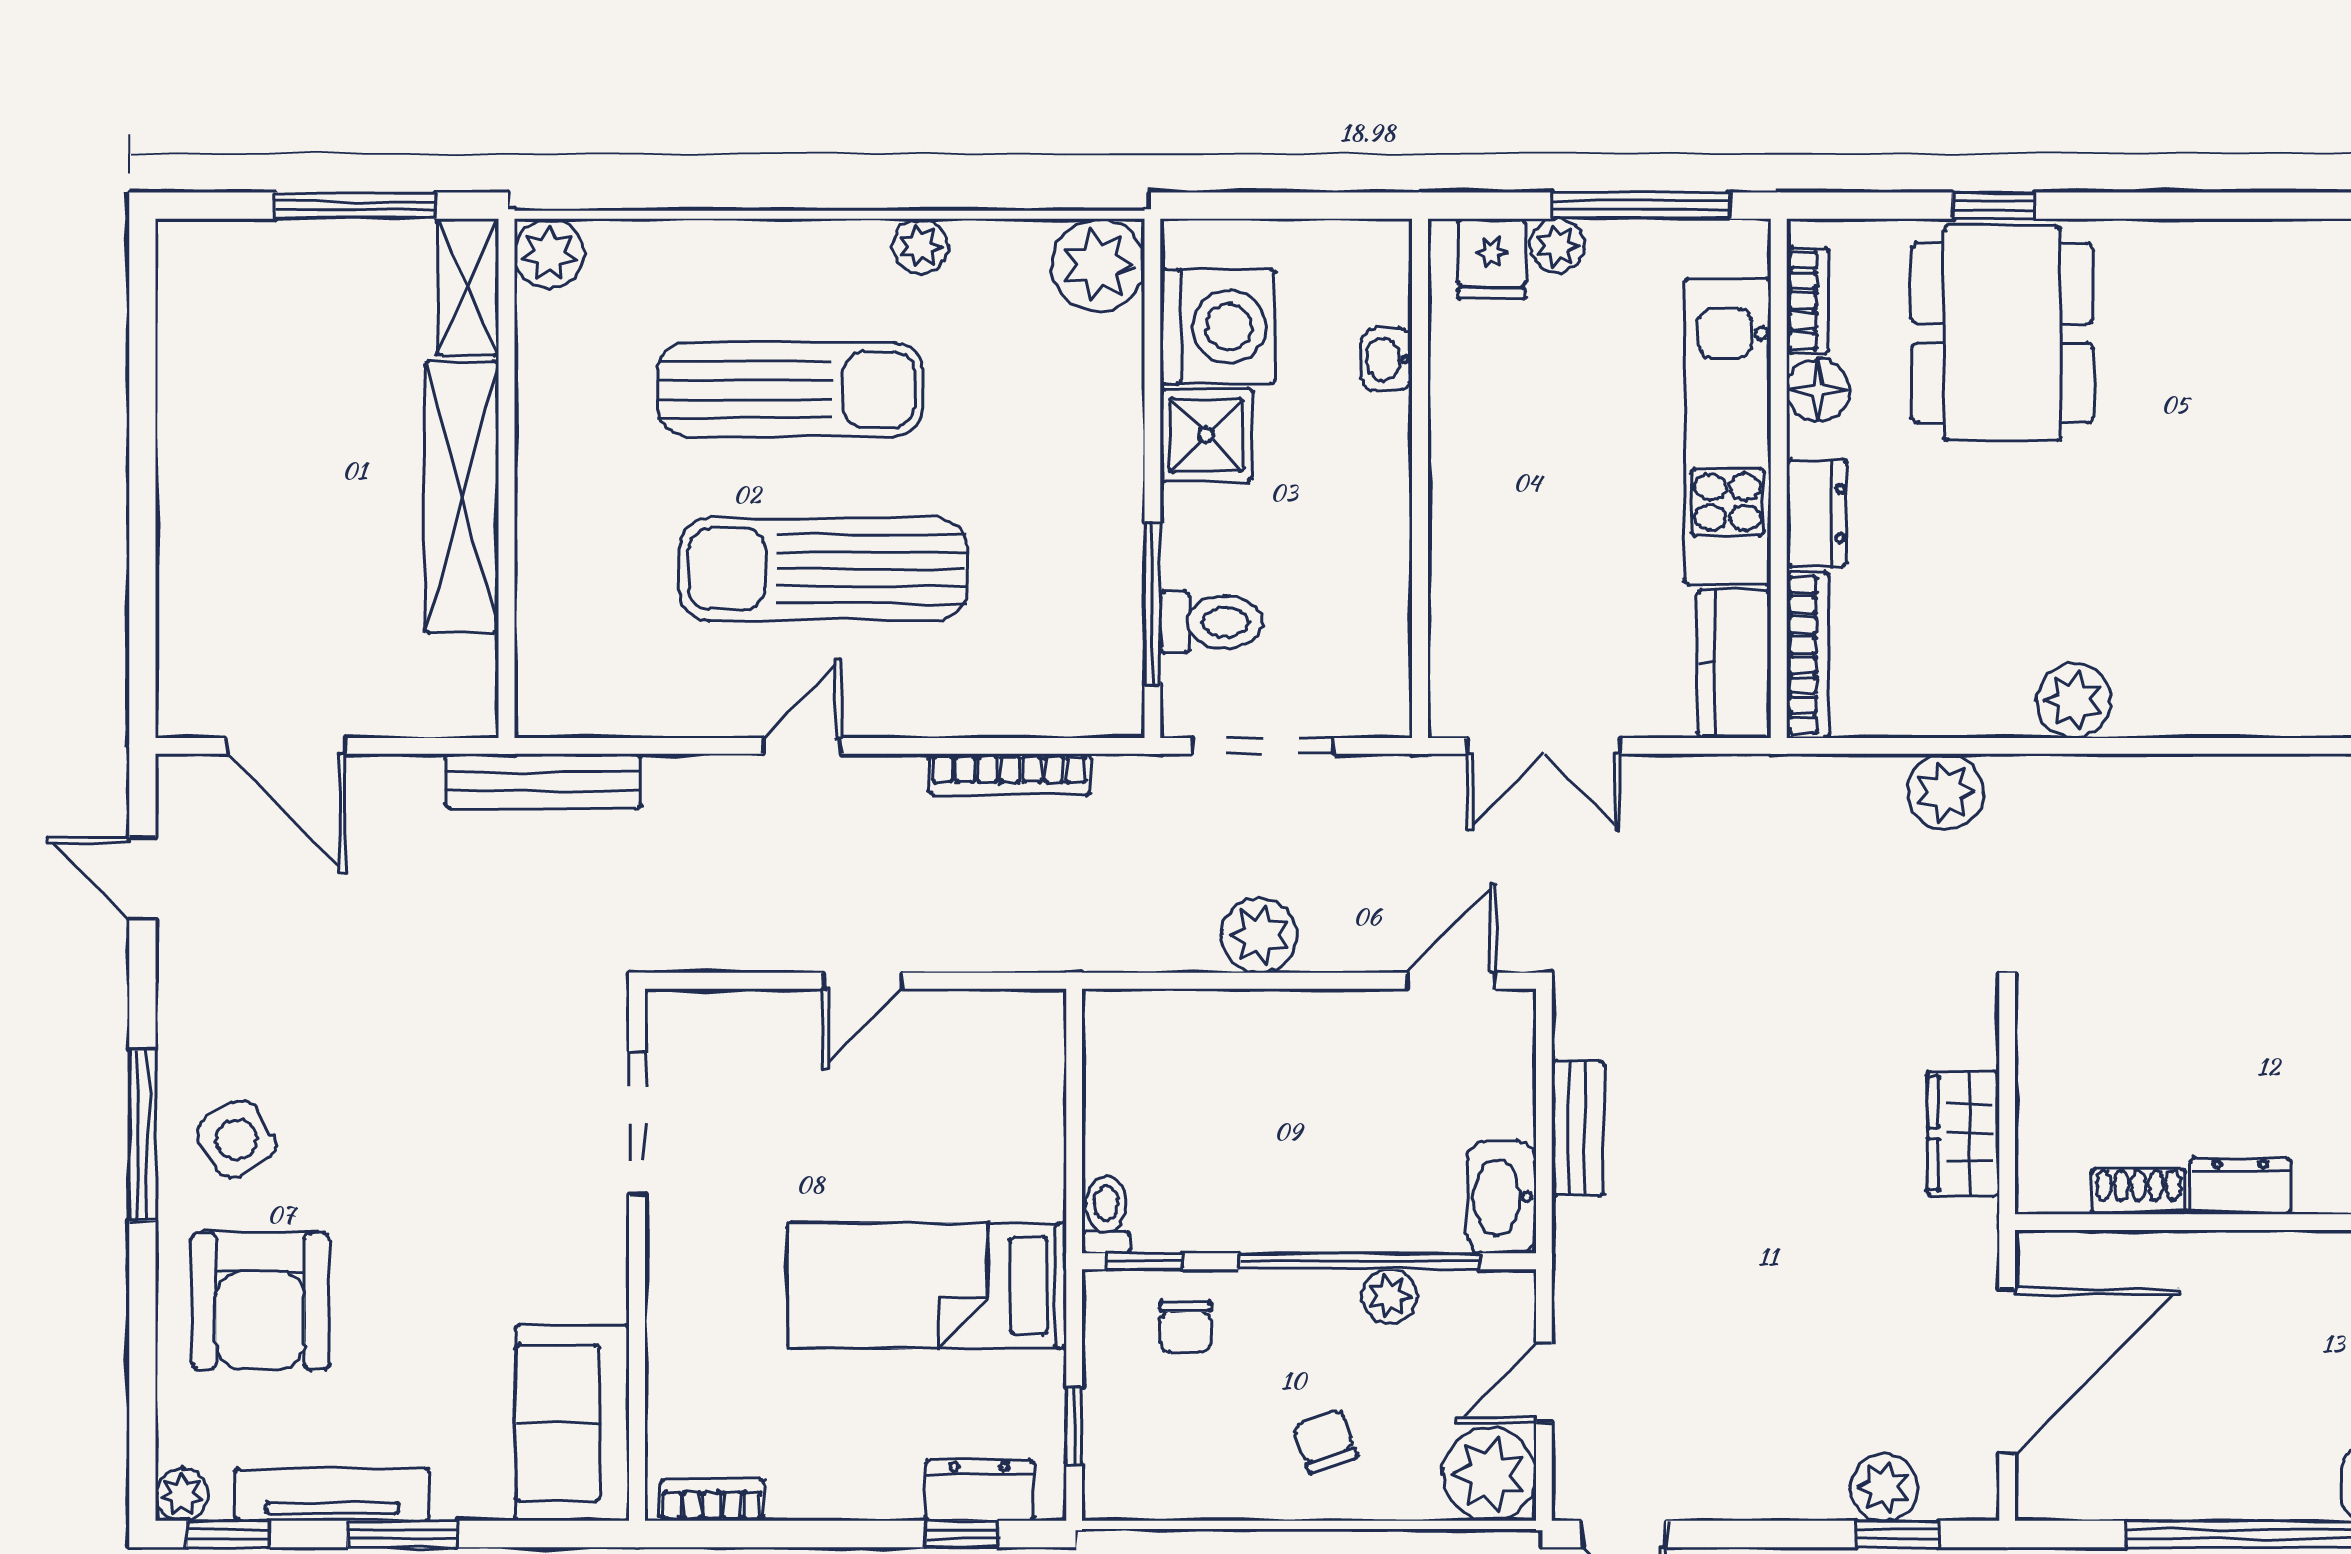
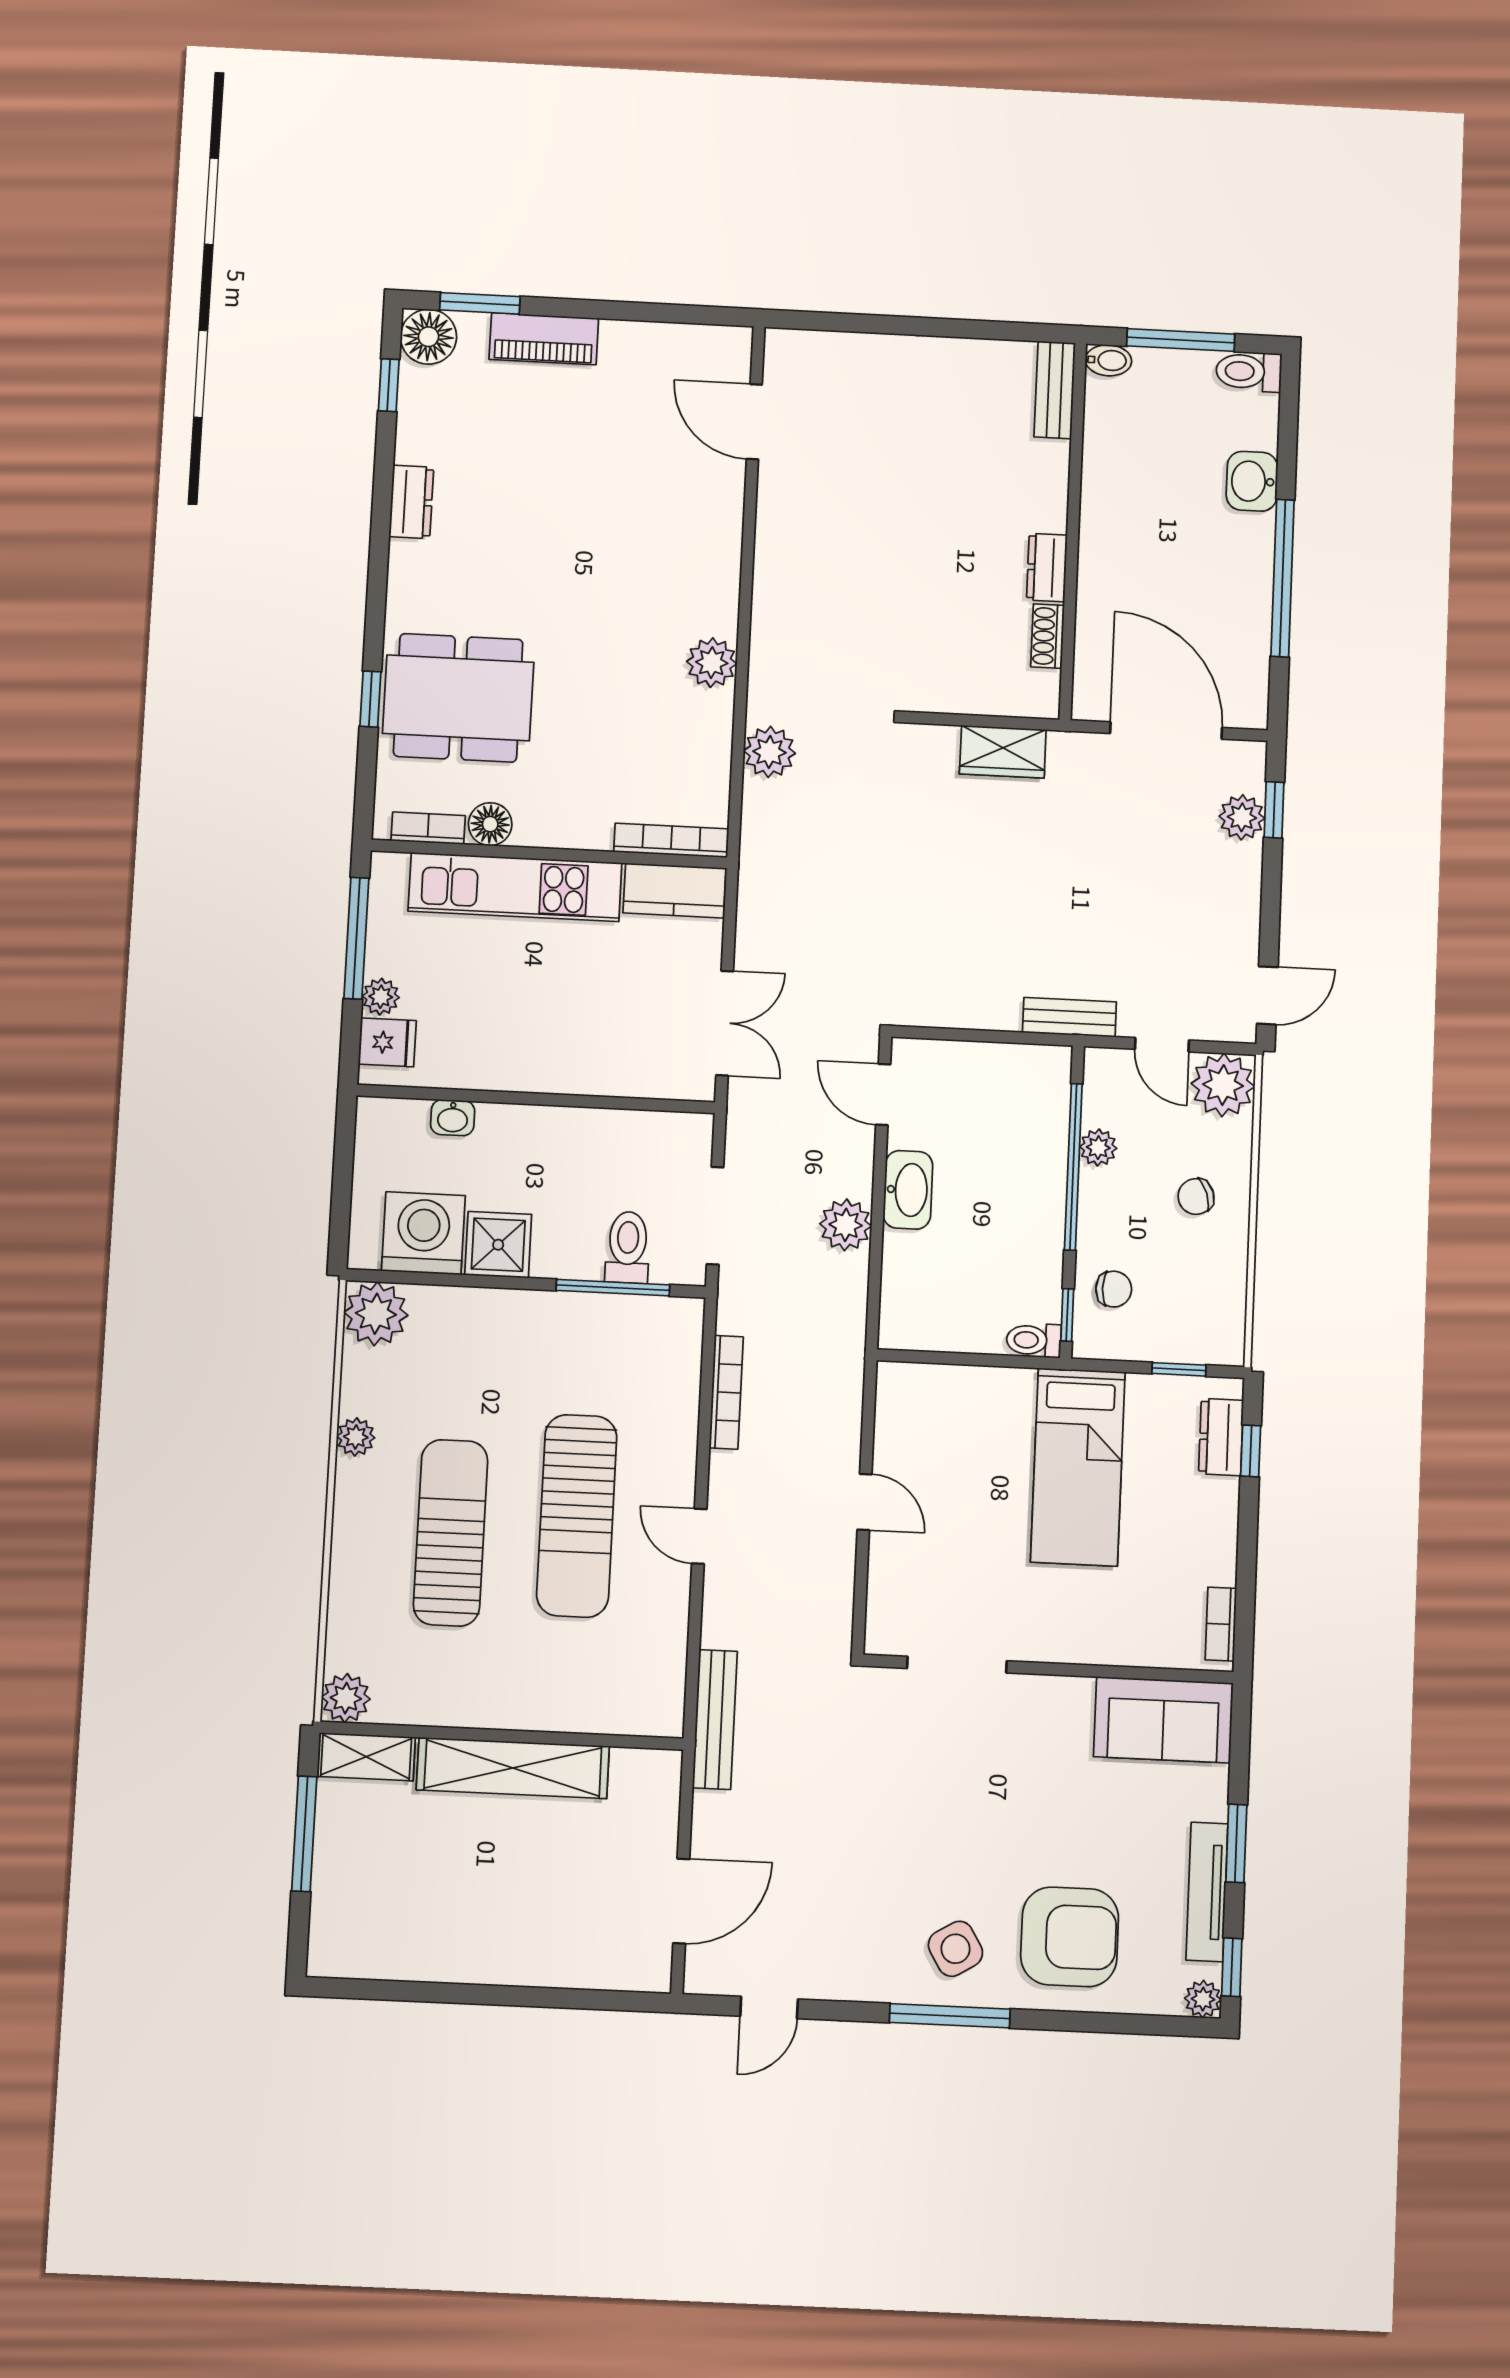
dresser: (1817, 513) -> (411, 502), moved, turned 90
bench: (1577, 1128) -> (1069, 1017), moved
washbasin: (1502, 1197) -> (908, 1190), moved, turned -90

